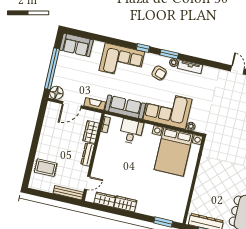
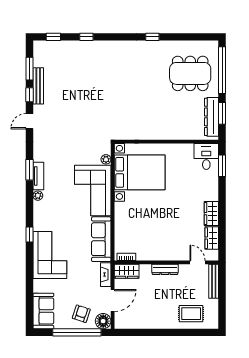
window: (169, 54) -> (29, 170), moved
armchair: (159, 73) -> (81, 314), moved
door: (72, 105) -> (113, 301), hinge flipped
desk: (131, 131) -> (206, 156), moved, turned 90
wardrobe: (91, 132) -> (127, 271), moved
rug: (46, 168) -> (191, 314), turned 90

